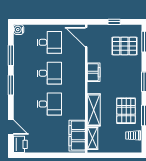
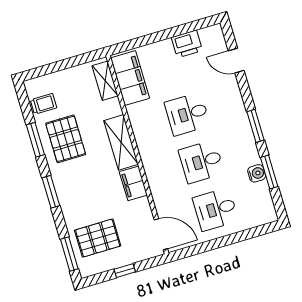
water cooler: (19, 30) -> (257, 173), moved
shelving: (94, 110) -> (121, 142), moved
printer: (20, 144) -> (187, 44), moved, turned -90

